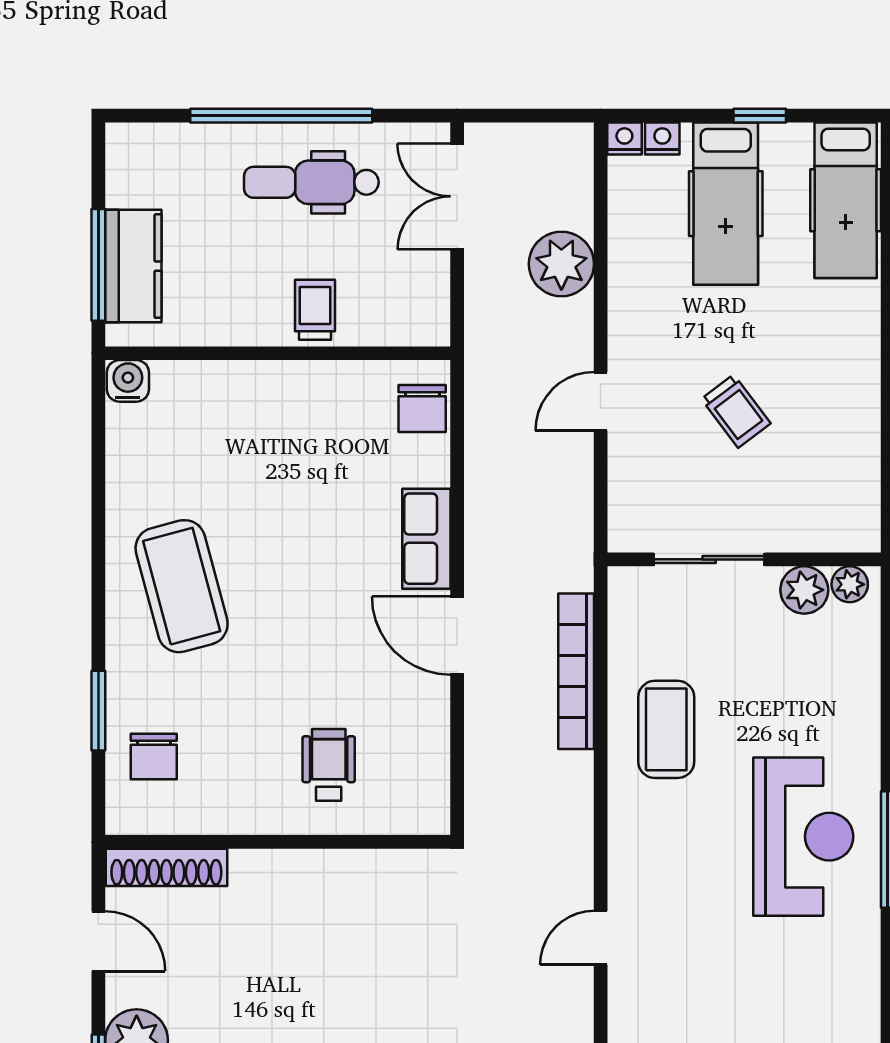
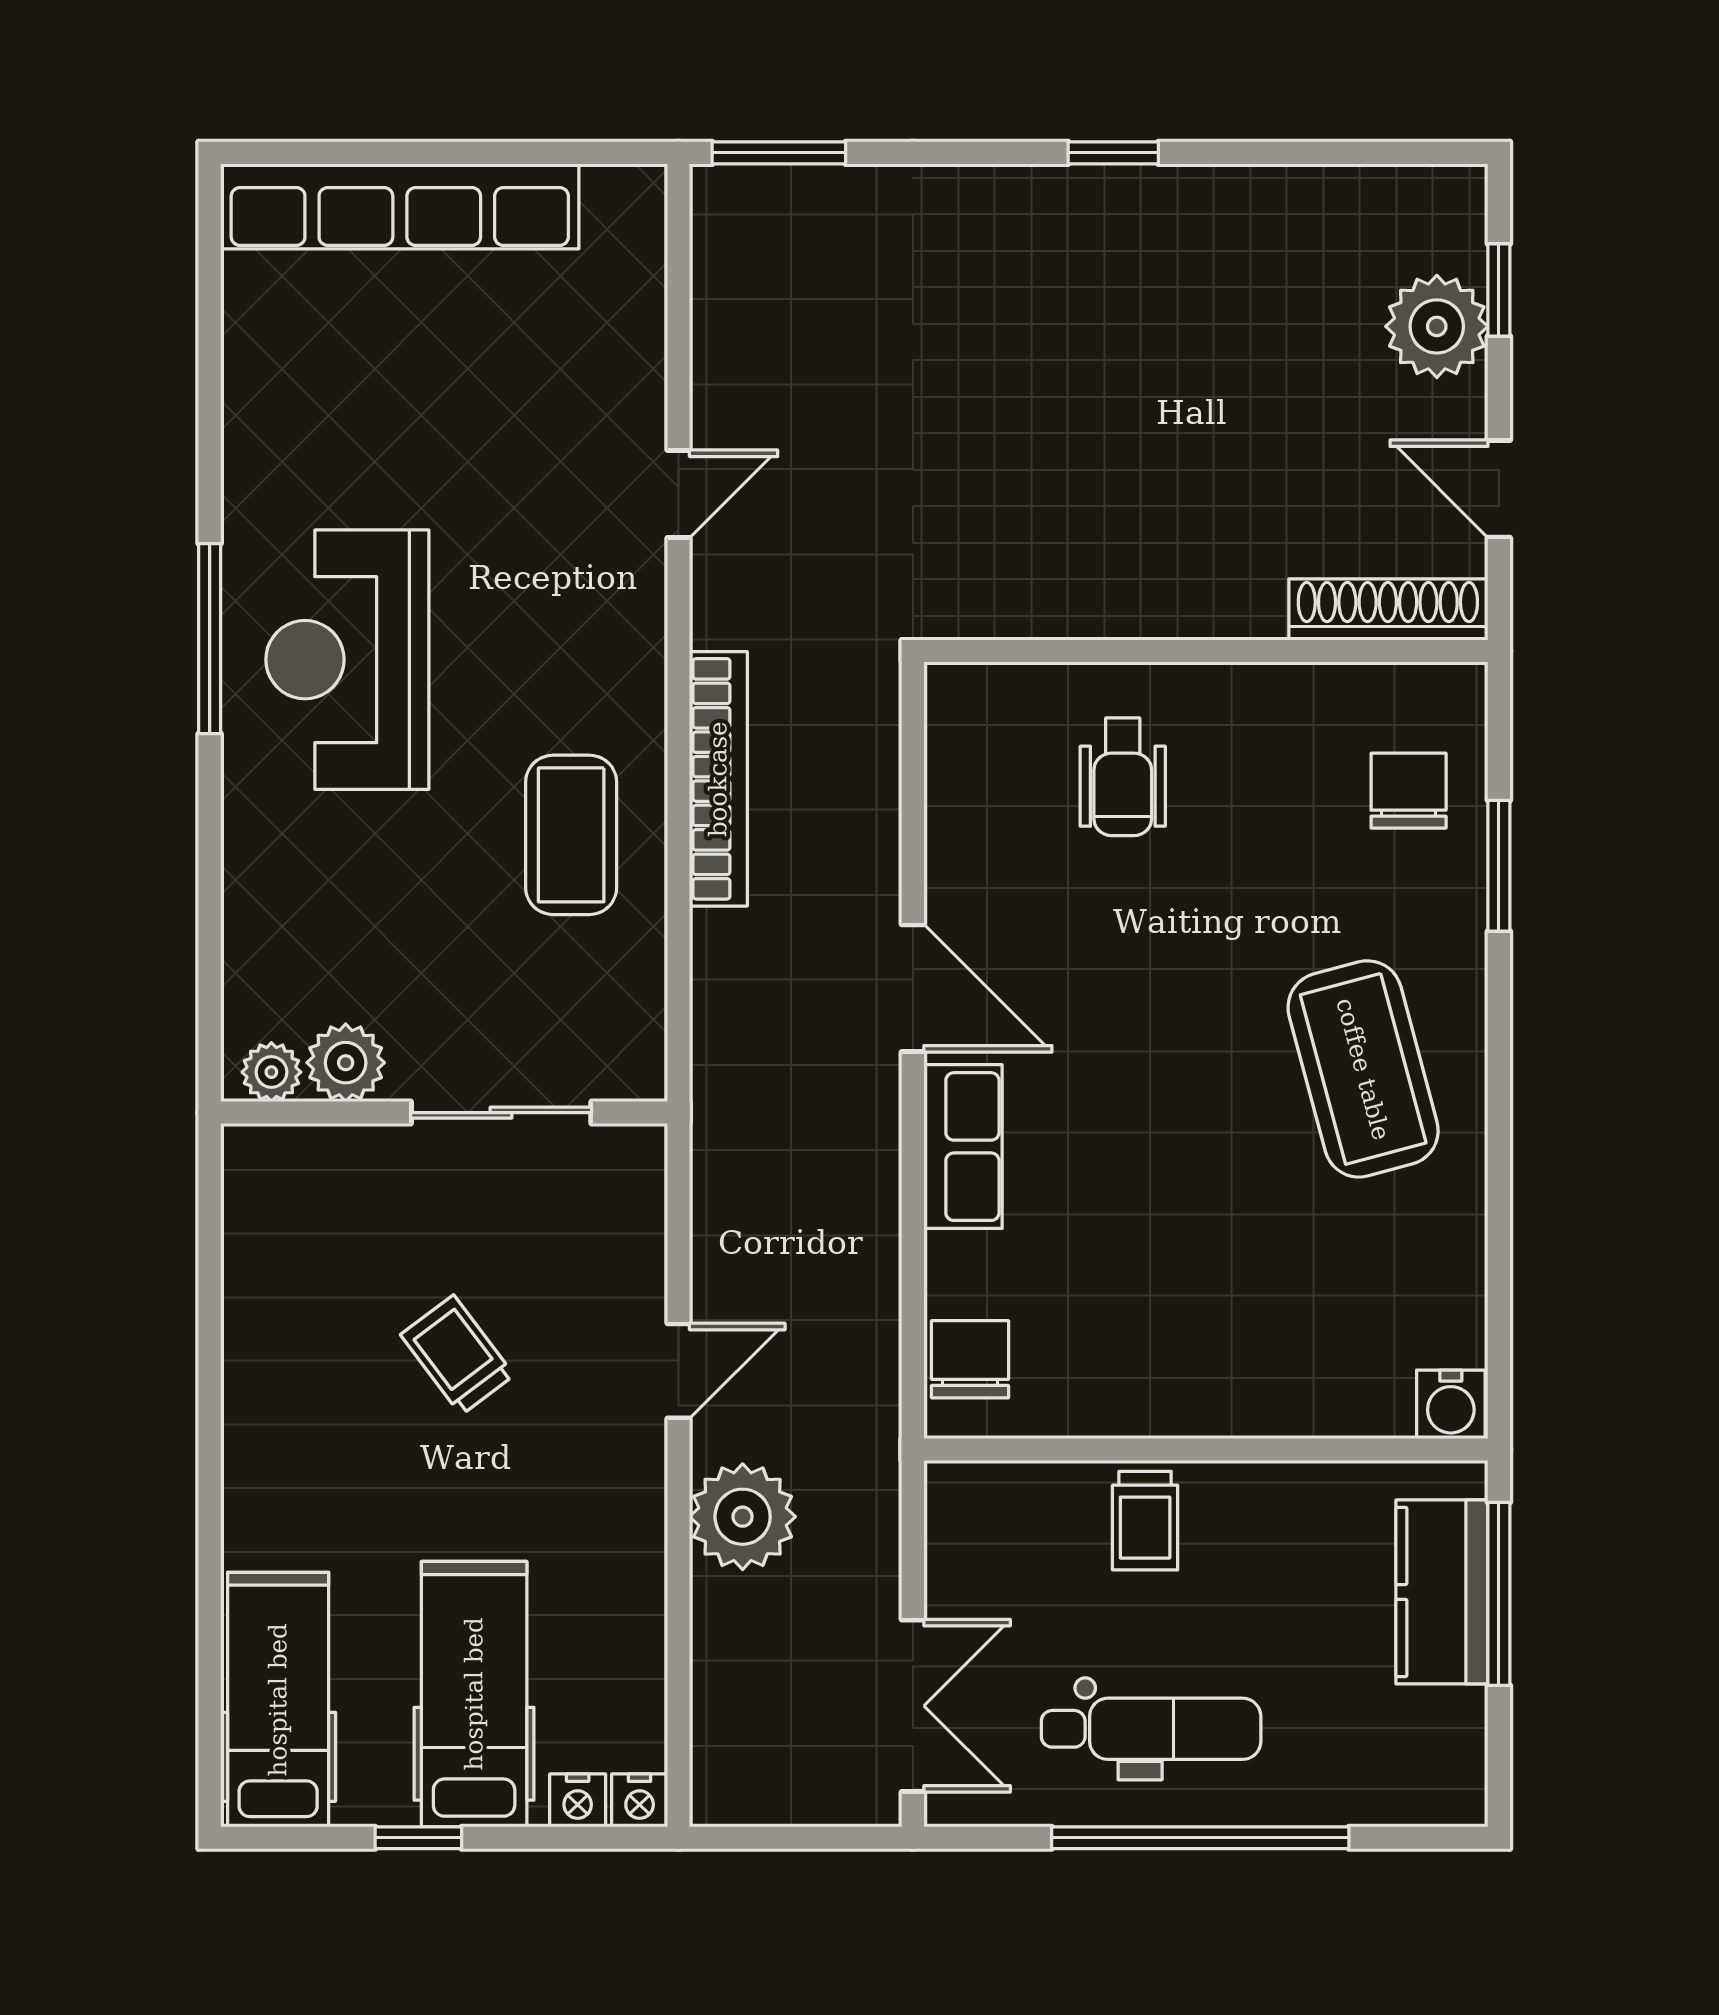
plant: (561, 264) -> (743, 1517), moved
bookcase: (576, 671) -> (718, 779), moved

